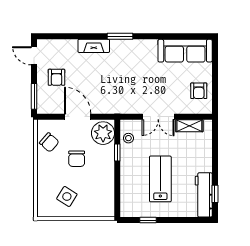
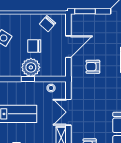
armchair: (56, 77) -> (93, 67), moved
plant: (103, 133) -> (31, 67), moved
window: (117, 153) -> (28, 79), moved

